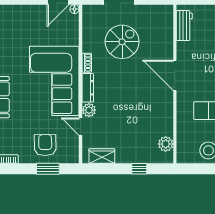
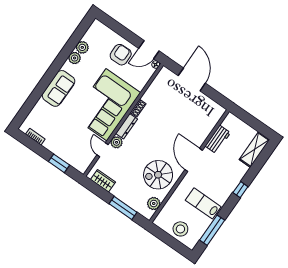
workbench: (184, 26) -> (218, 139), moved
spiral stairs: (122, 42) -> (158, 175), moved, turned 180
armchair: (45, 145) -> (121, 55), moved
window: (139, 169) -> (123, 208), width x2.17

